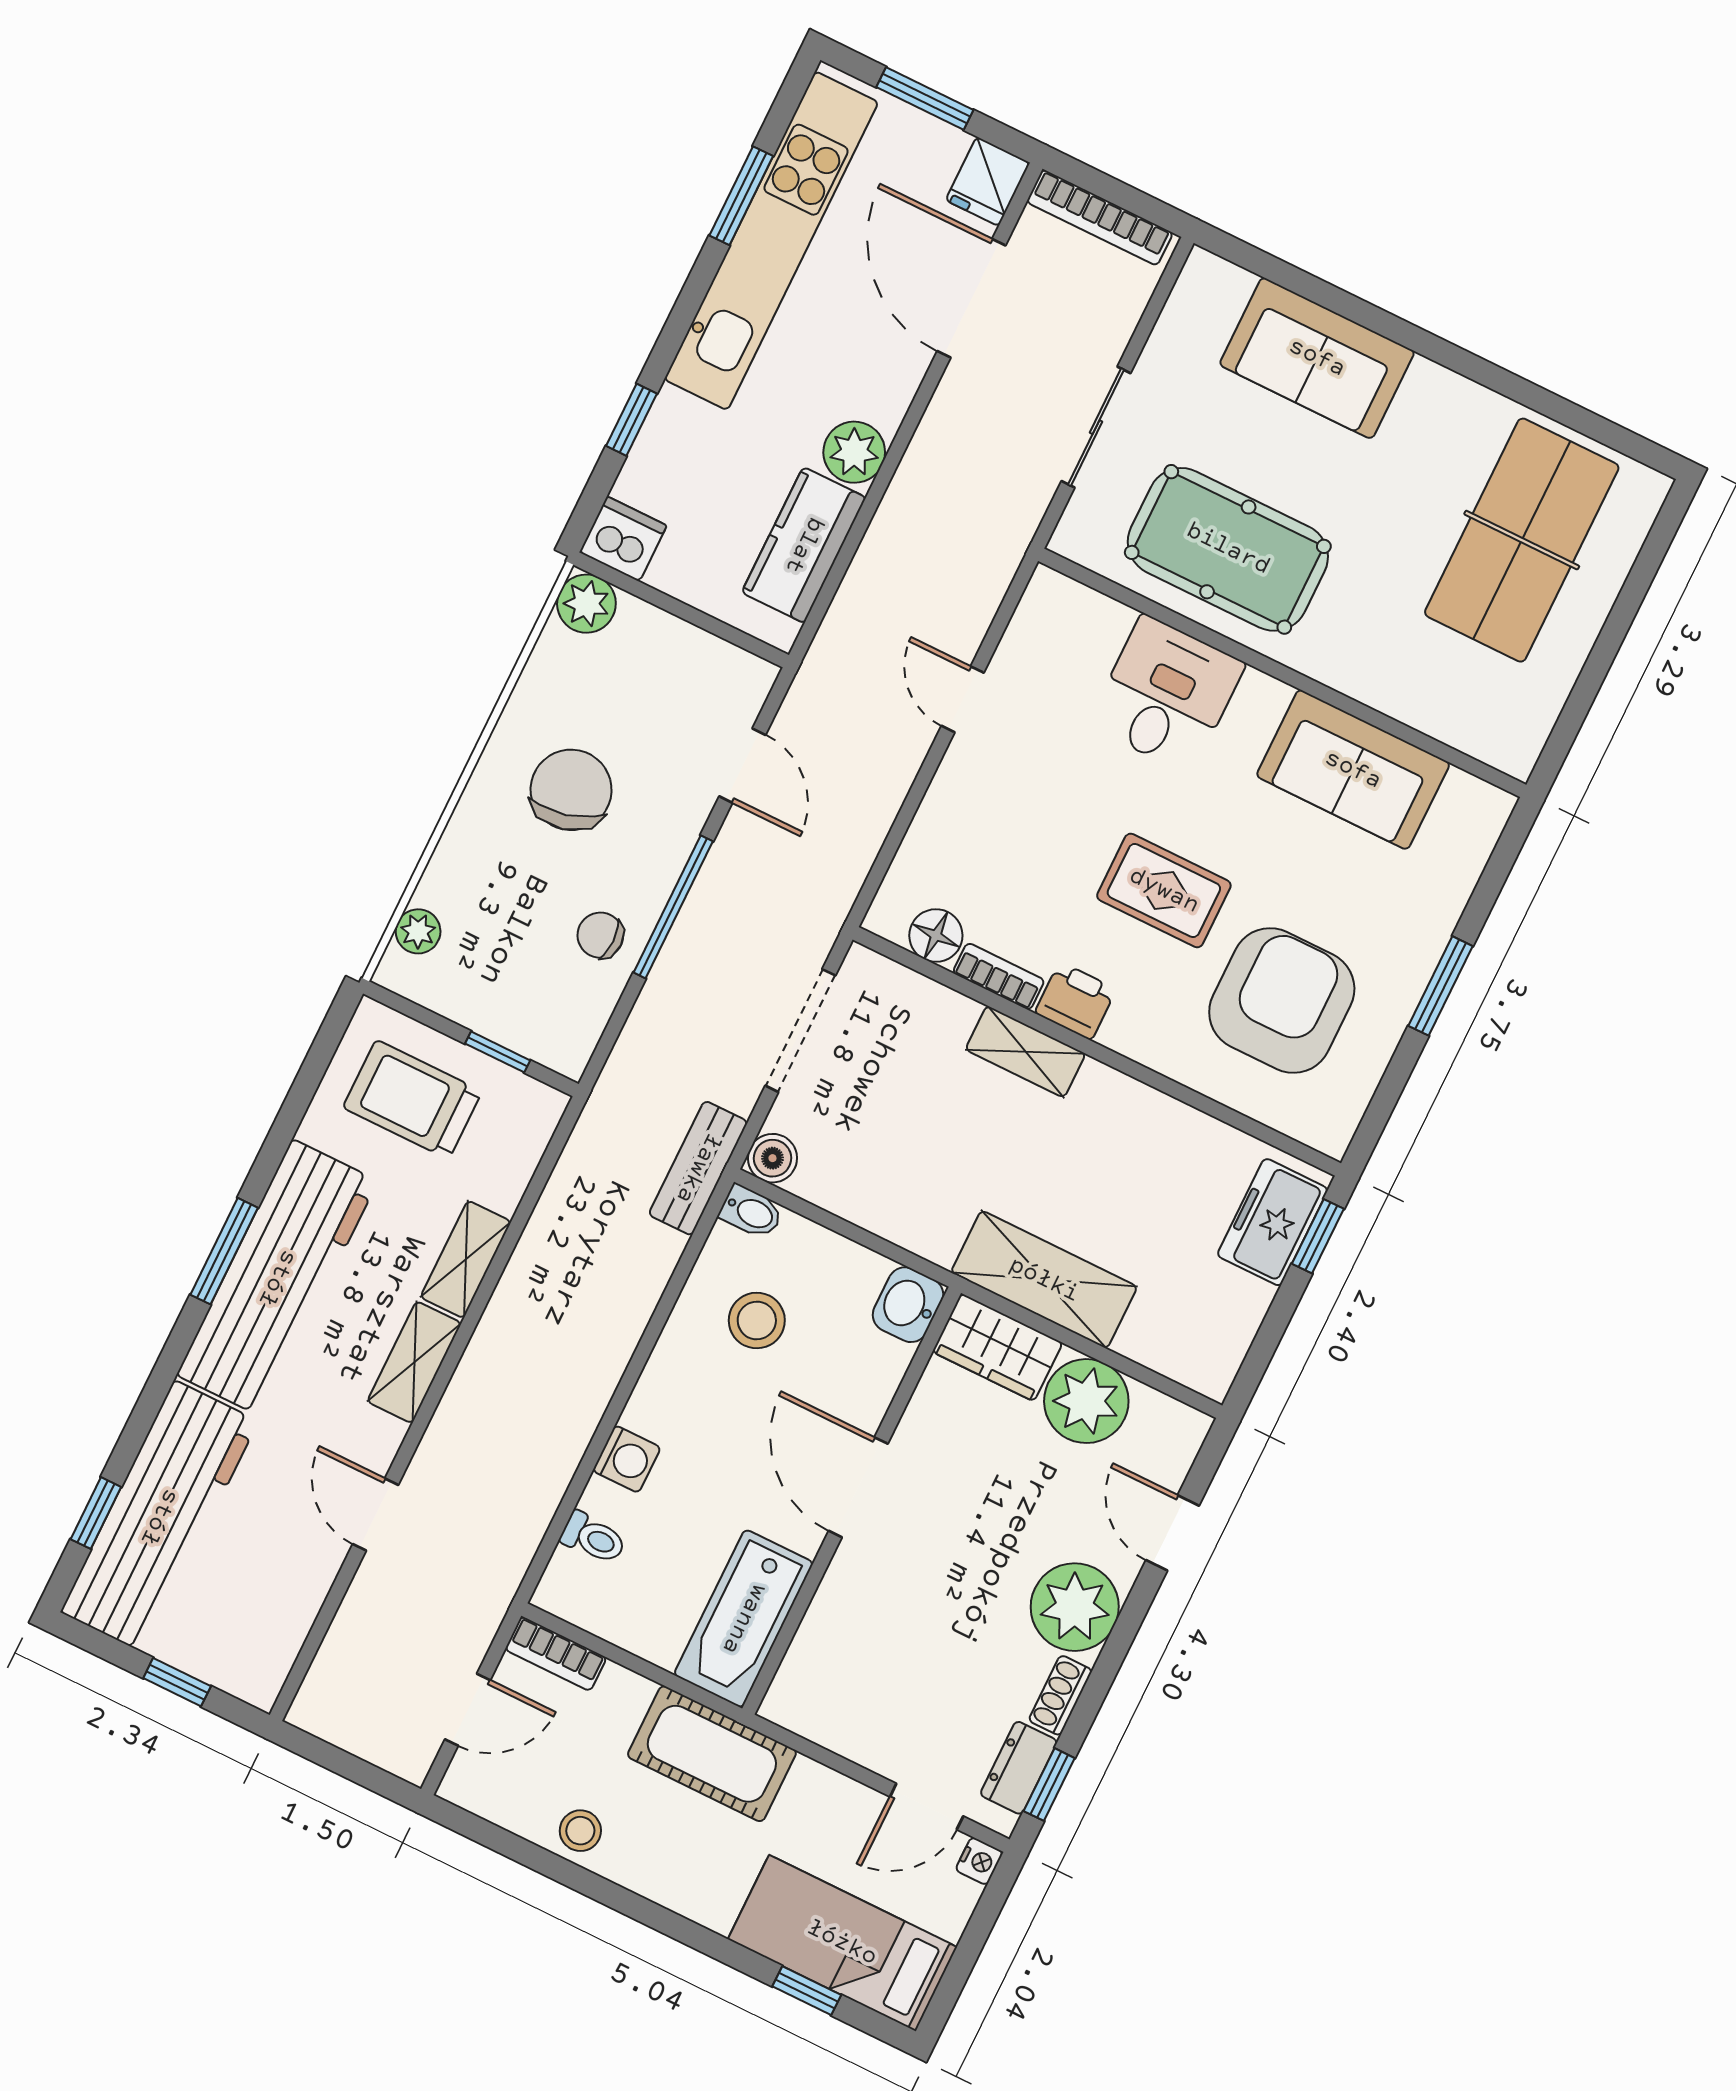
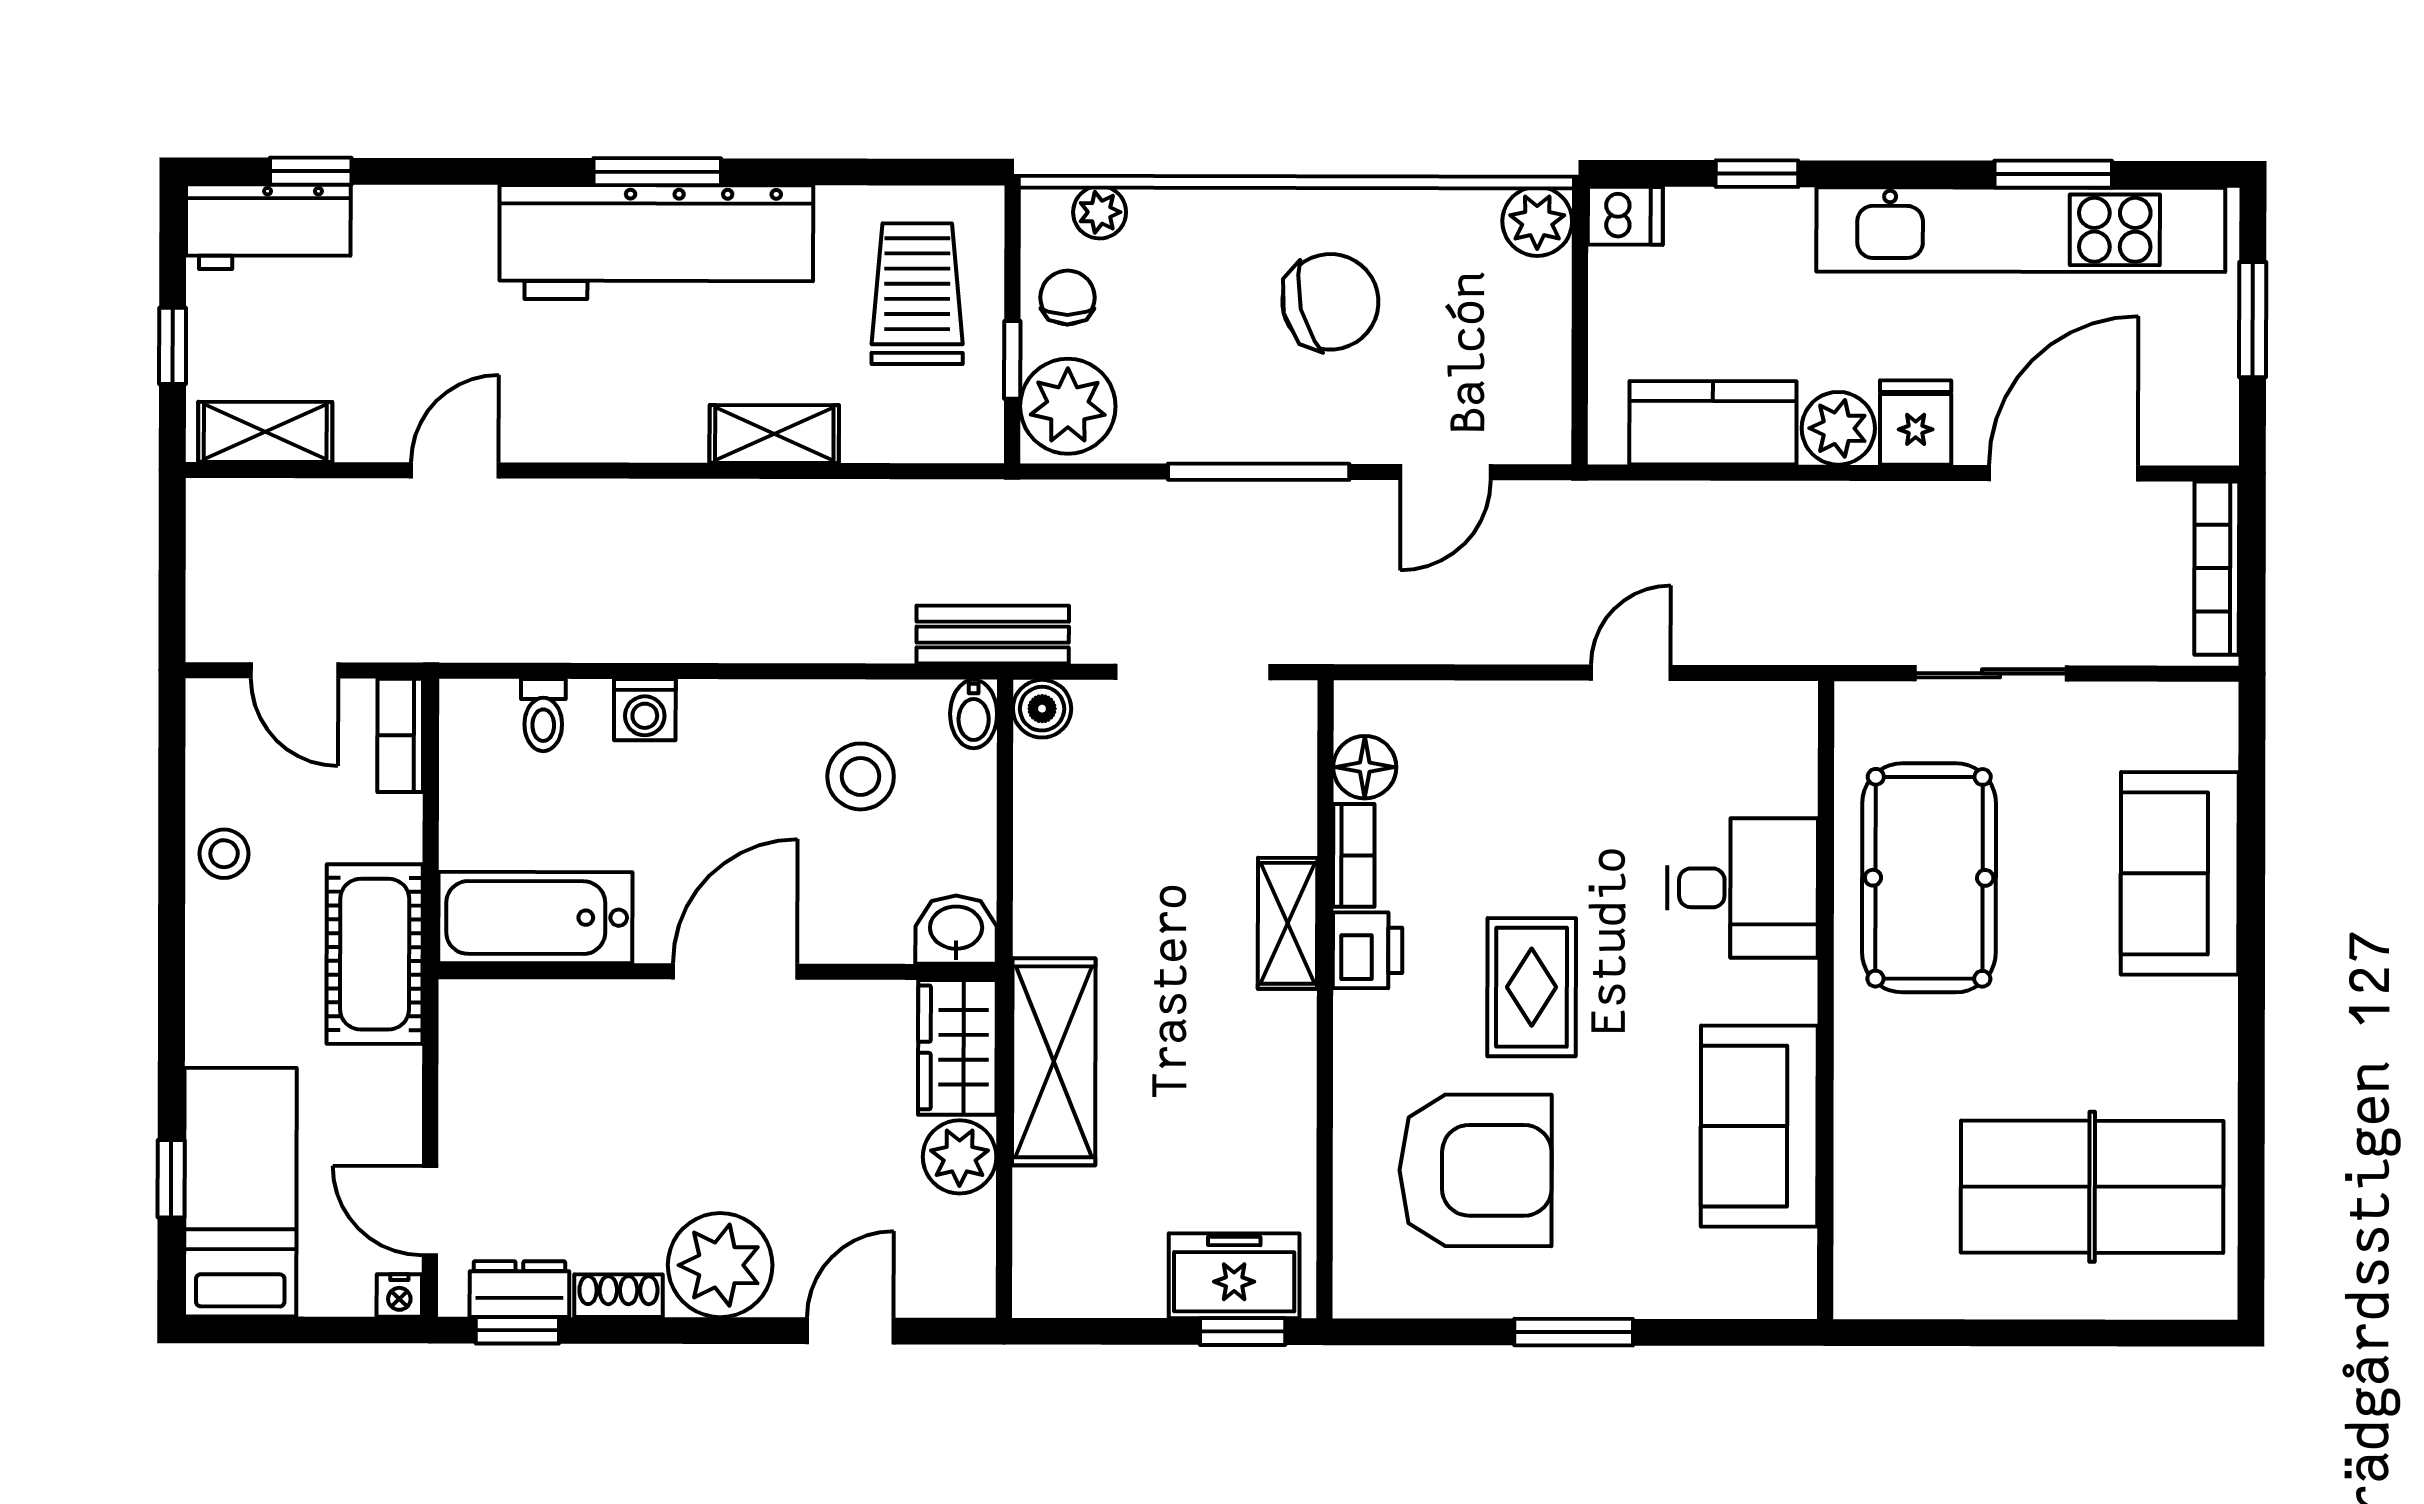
fridge: (988, 181) -> (1916, 423), moved, turned 90
dishwasher: (623, 539) -> (1625, 216), width x0.73
chair: (600, 935) -> (1067, 297), moved
plant: (553, 1027) -> (1068, 406), added
shelving: (414, 1362) -> (265, 432), moved
plant: (1086, 1401) -> (960, 1157), width x0.73, depth x0.73
workbench: (159, 1517) -> (268, 227), width x0.53, depth x0.76

